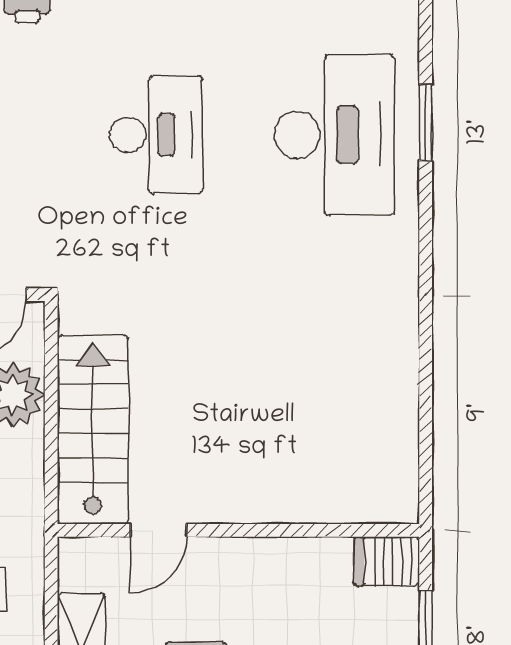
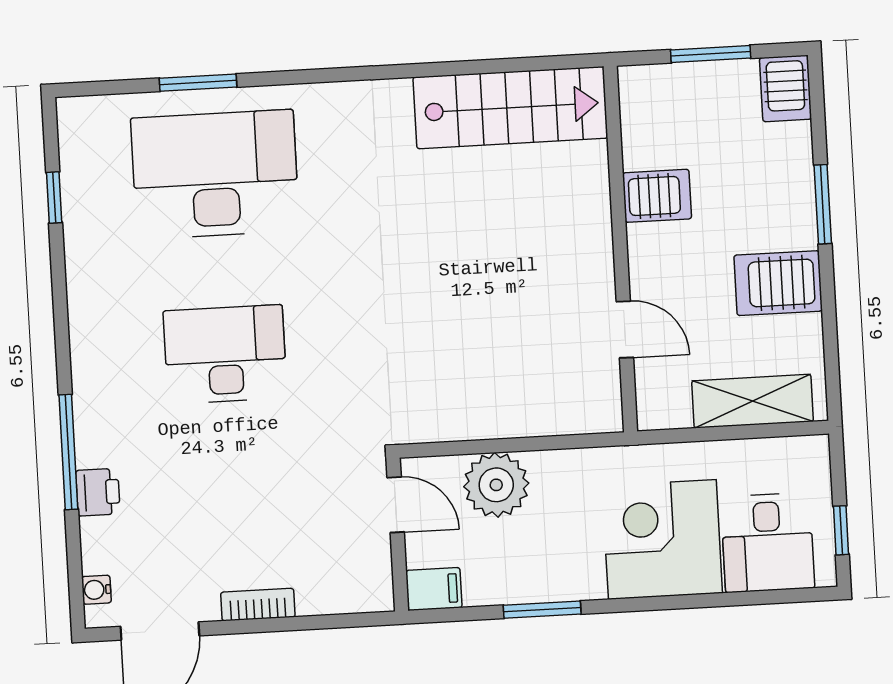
stairs: (93, 430) -> (510, 108), moved, turned 180
server rack: (387, 561) -> (657, 196), moved, turned -90

